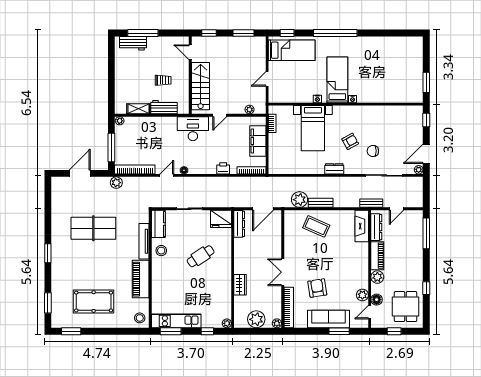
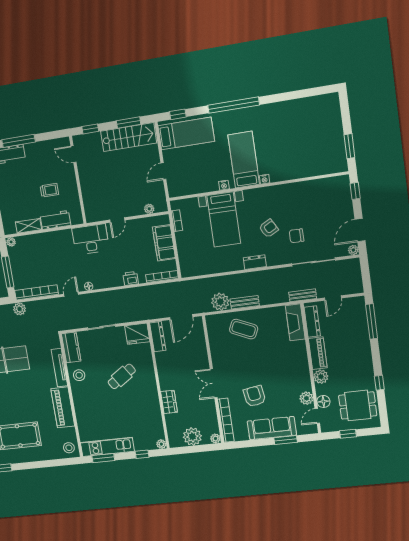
stairs: (201, 86) -> (129, 137), moved, turned 90
dining table: (406, 306) -> (358, 406), turned 90

